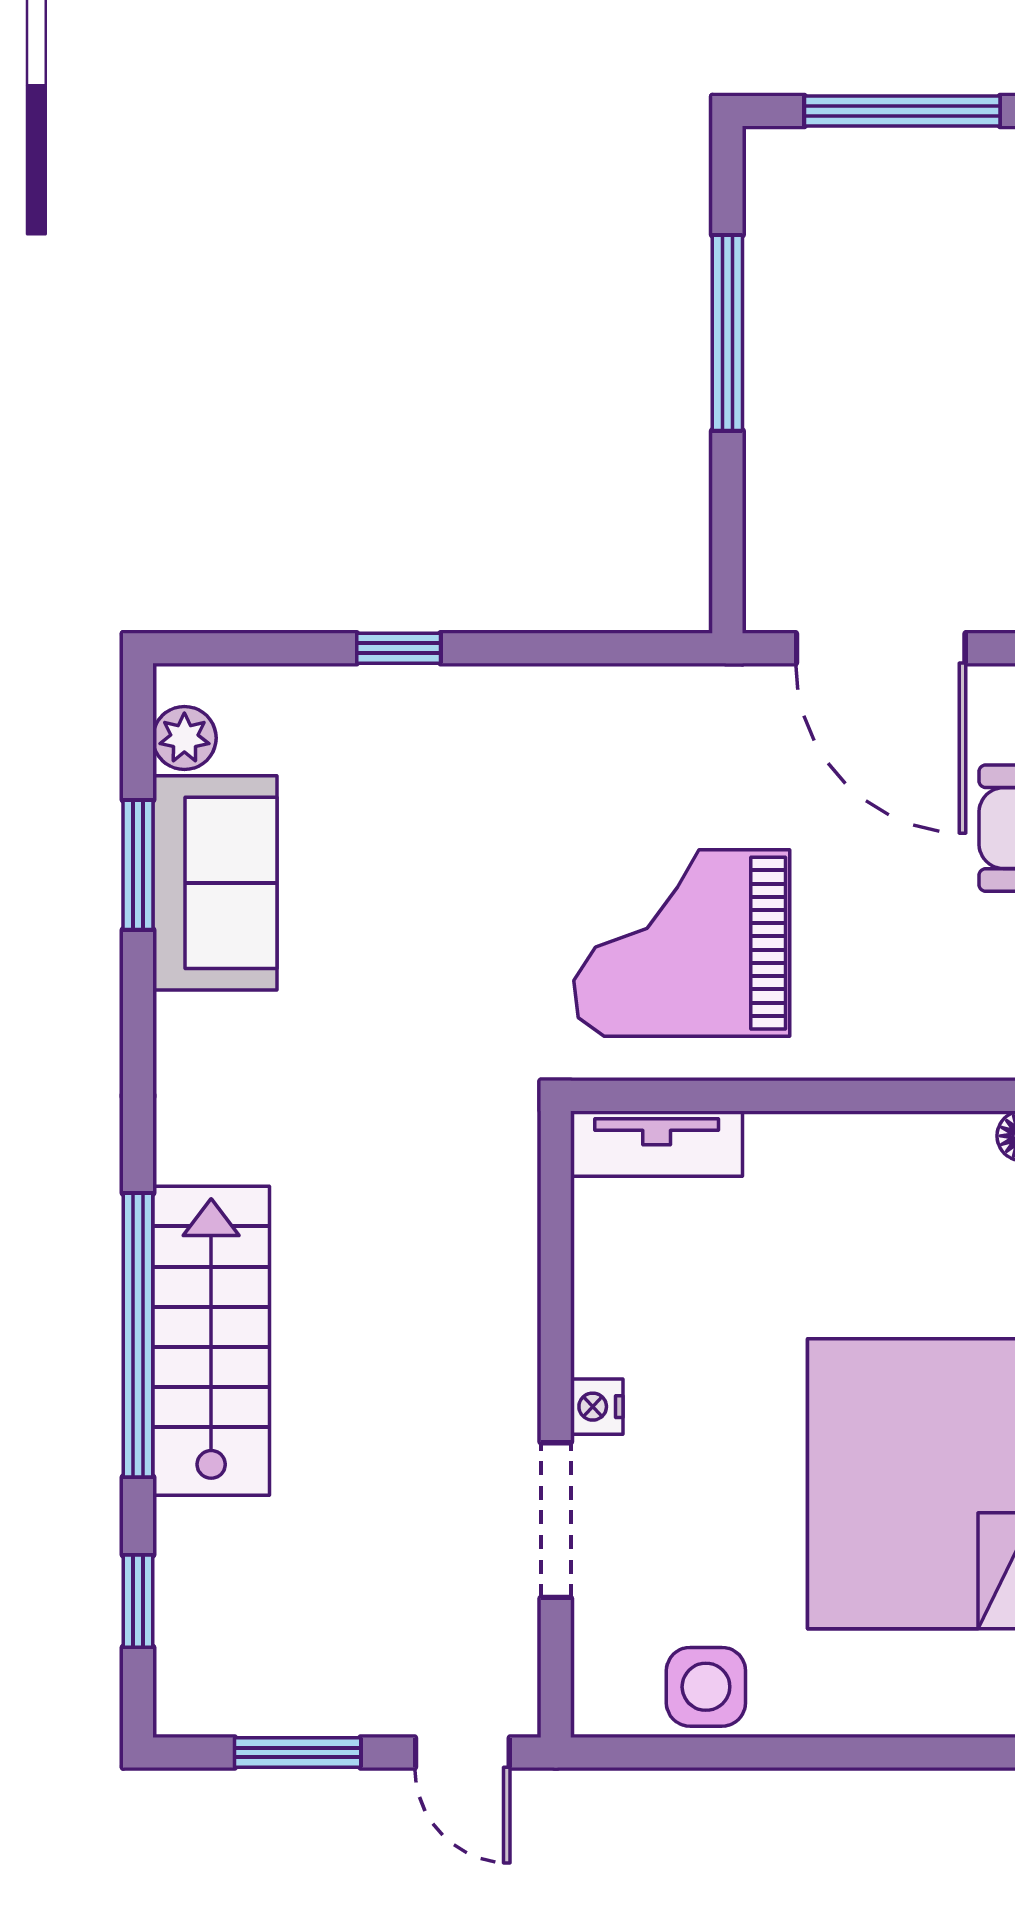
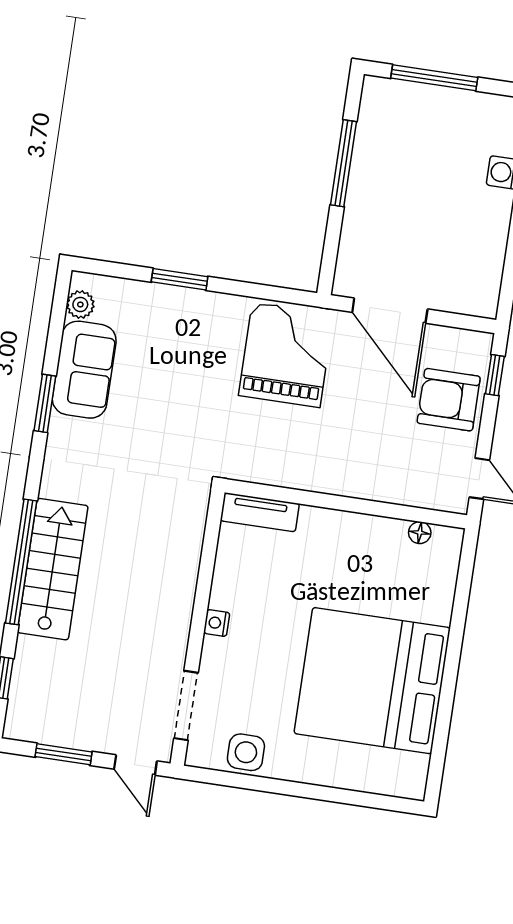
window: (399, 648) -> (180, 279), width x1.50
window: (138, 865) -> (45, 403), moved
grand piano: (682, 943) -> (286, 355), moved, turned 90
doorway: (556, 1520) -> (186, 705), moved

